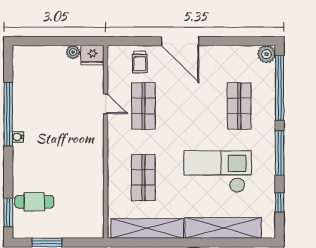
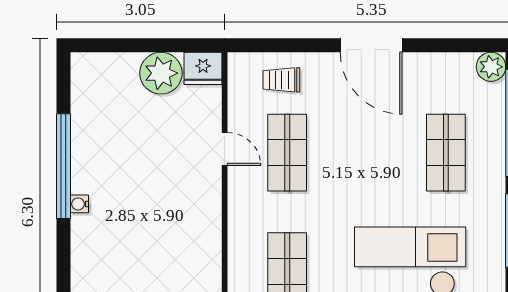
door: (180, 41) -> (371, 45), moved
plant: (73, 52) -> (161, 73), width x1.88, depth x1.88
trolley: (140, 62) -> (281, 80), turned 90

